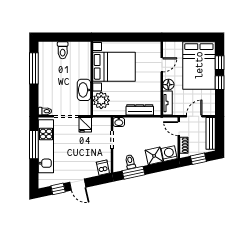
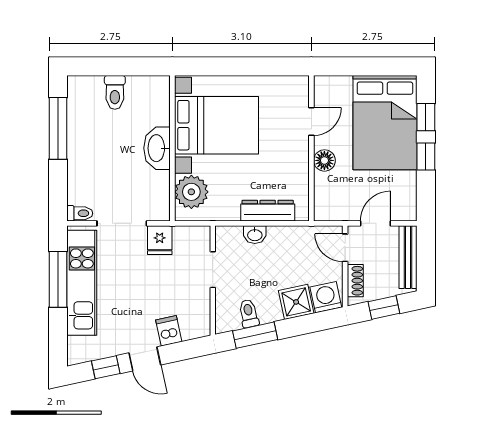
washbasin: (84, 90) -> (157, 148), moved
tv unit: (168, 103) -> (323, 197), removed
washbasin: (119, 122) -> (255, 235), moved
dishwasher: (103, 168) -> (169, 331), moved

